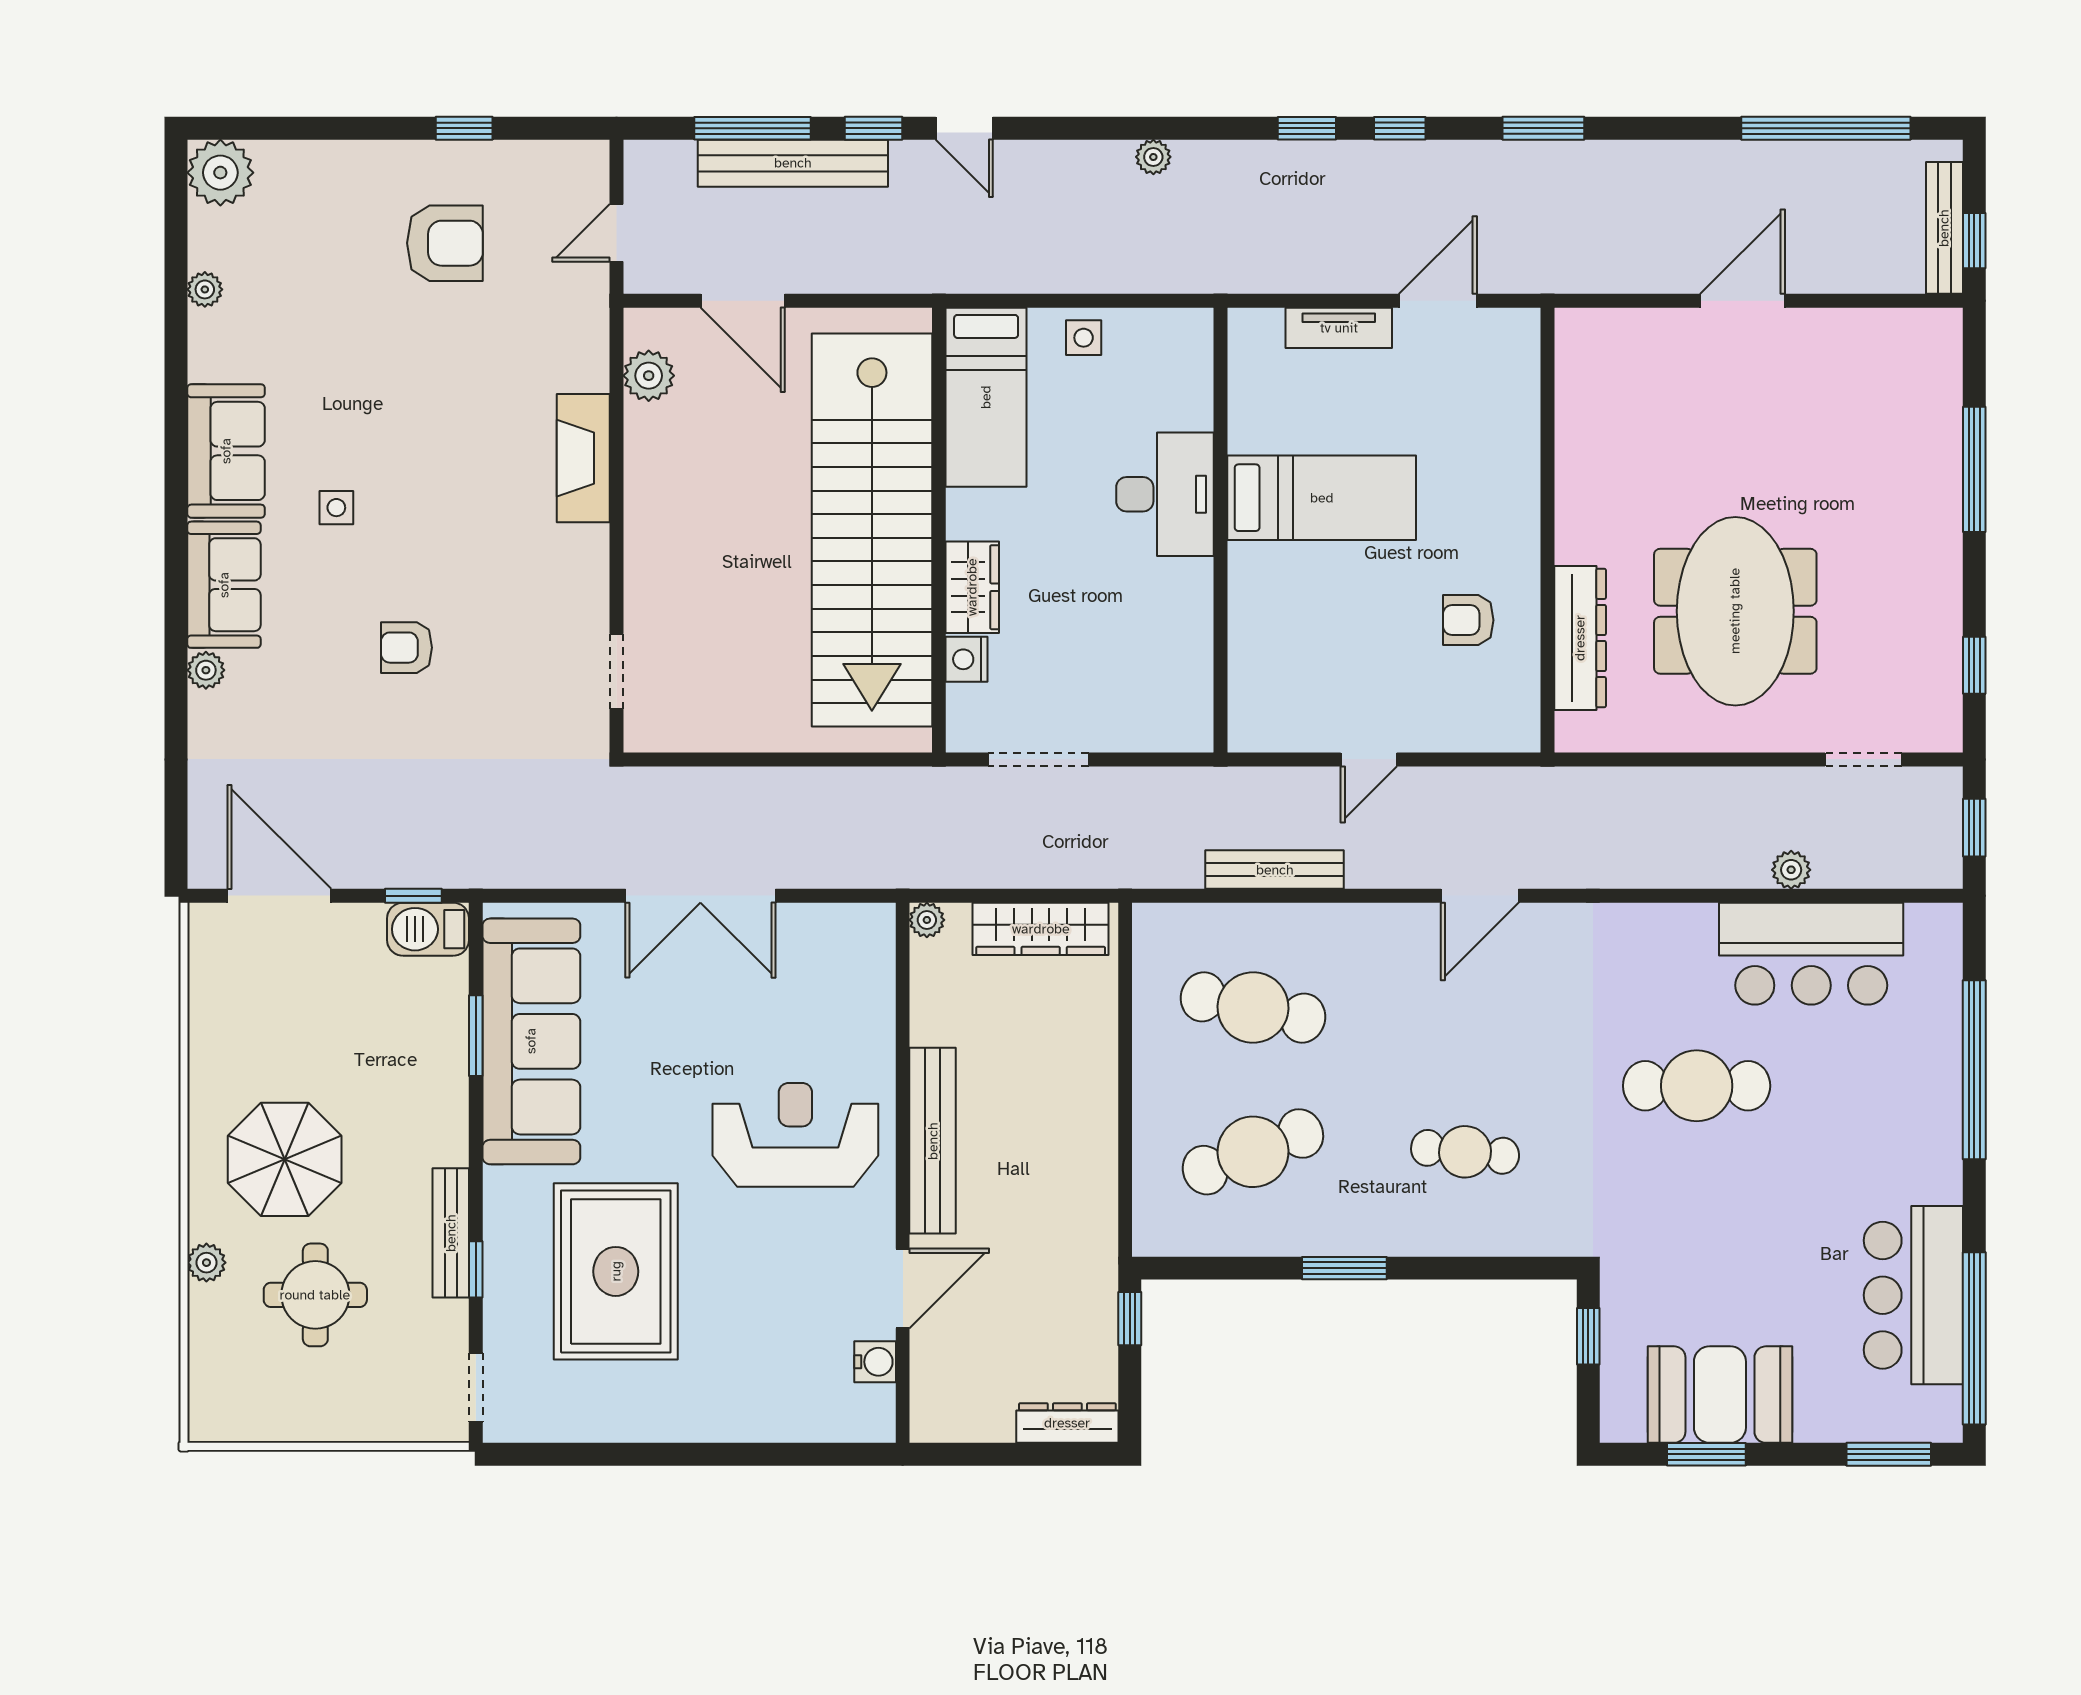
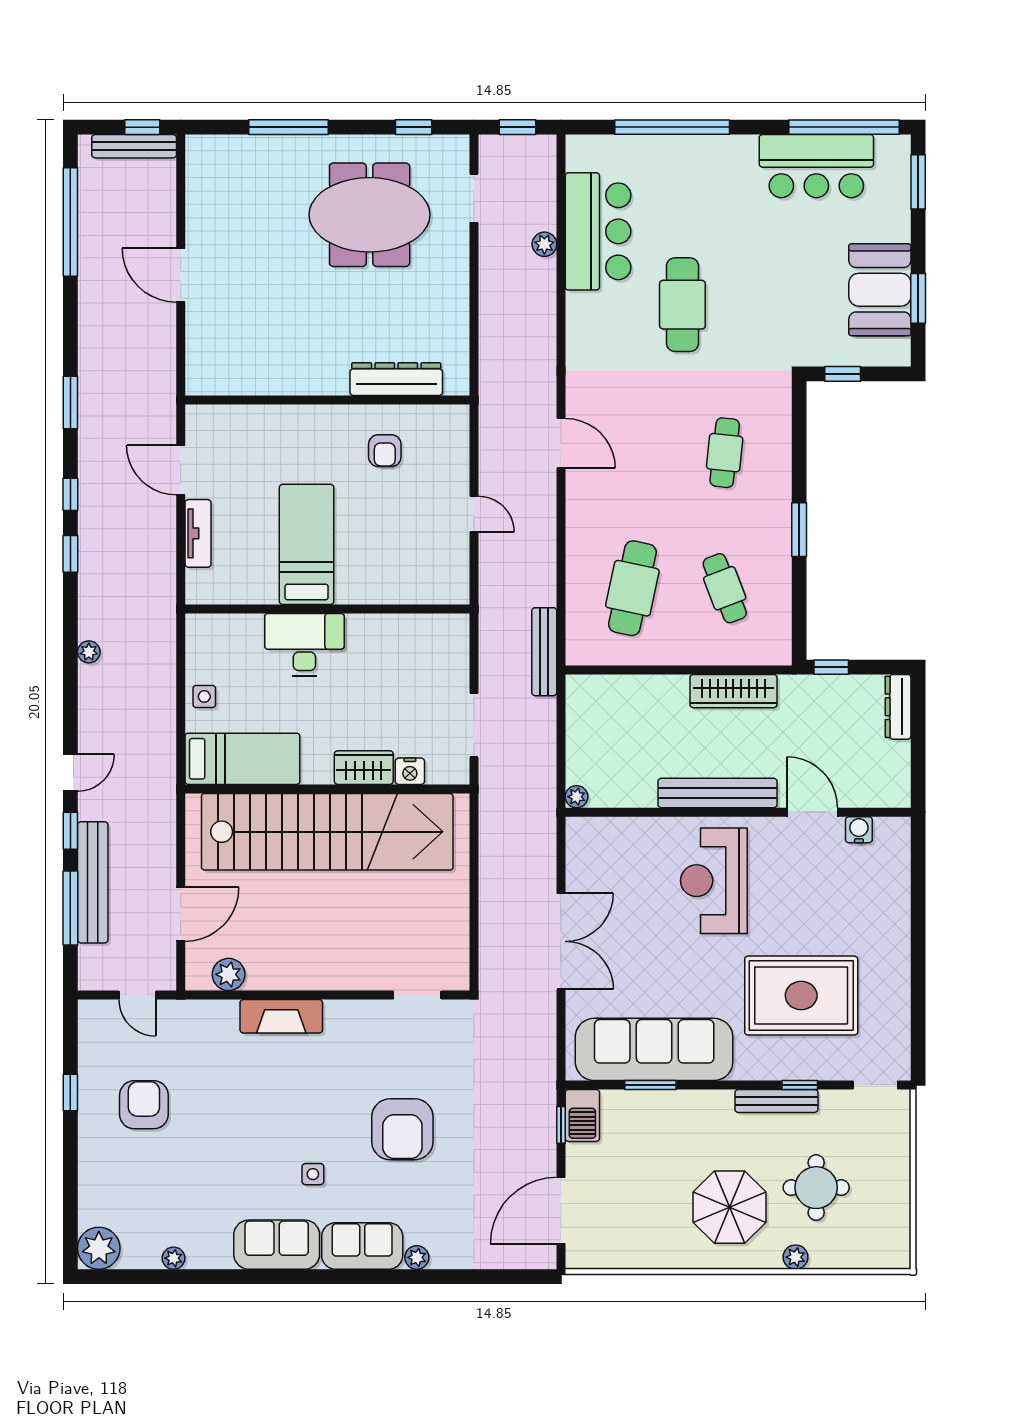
meeting table: (1735, 611) -> (370, 215), moved
armchair: (407, 648) -> (402, 1129), width x1.88, depth x1.88
bench: (1275, 870) -> (544, 652), moved
wardrobe: (1041, 929) -> (733, 691), moved, turned 90
cafe table: (1253, 1152) -> (725, 588), width x0.73, depth x0.74

